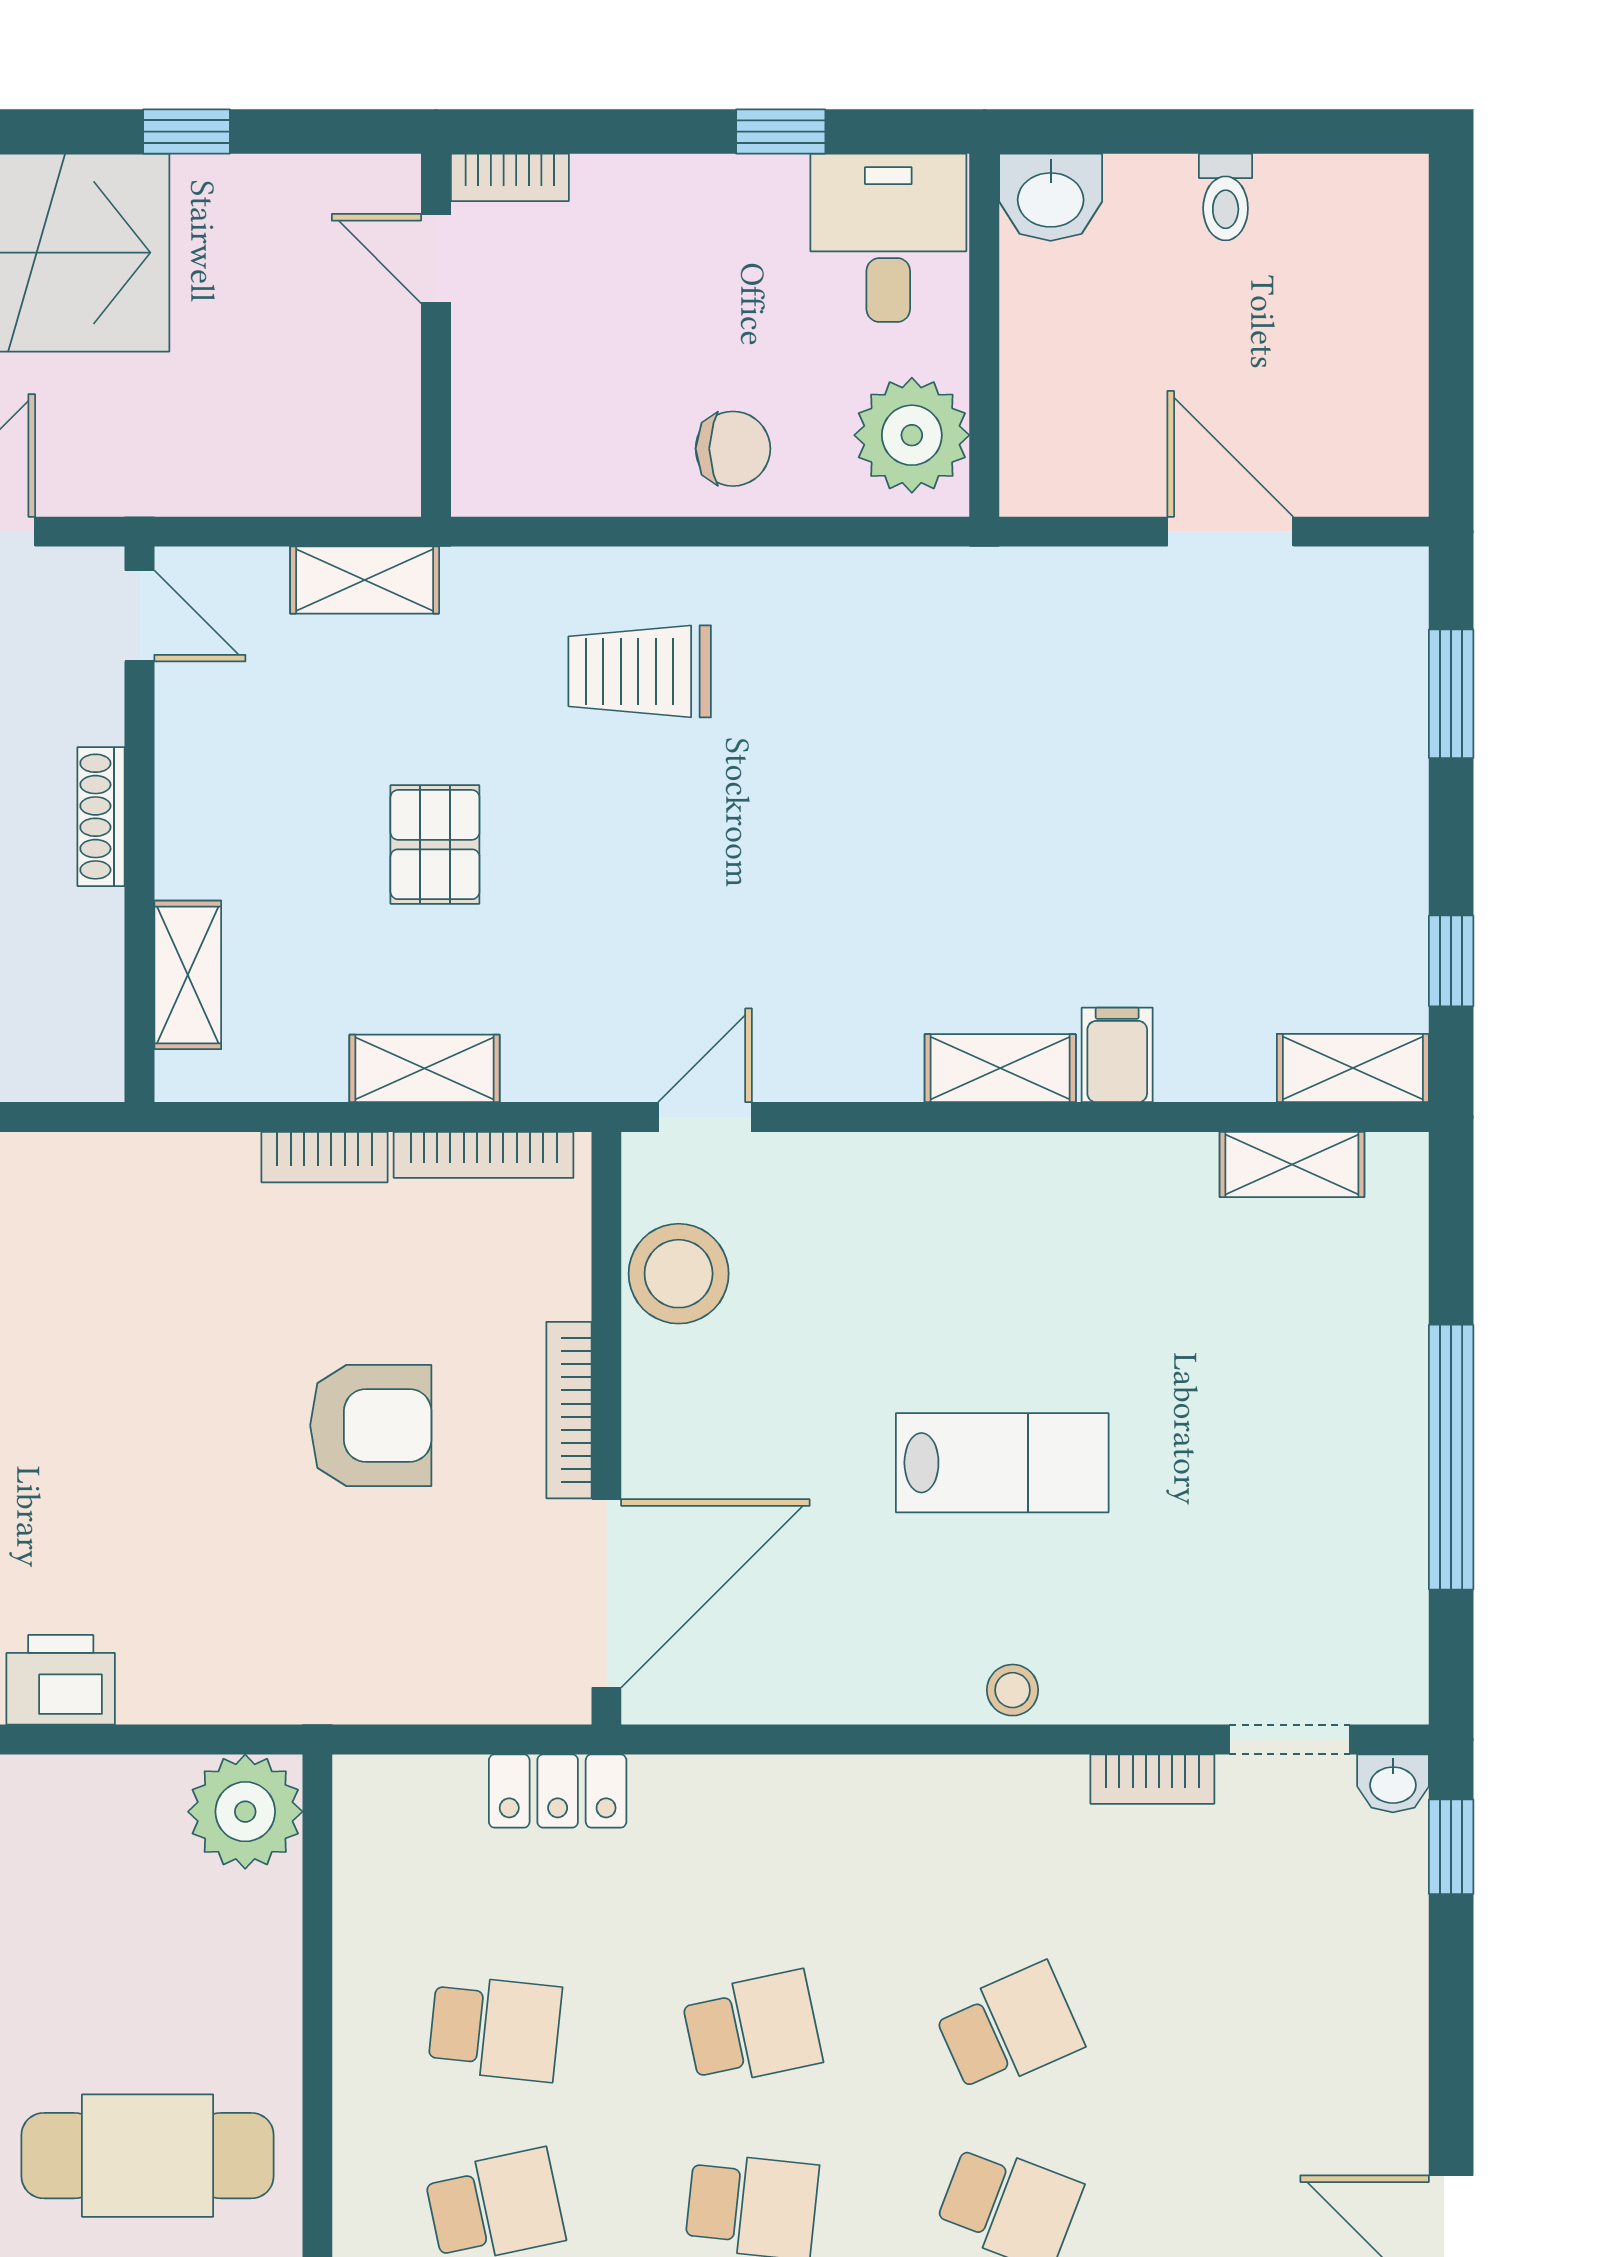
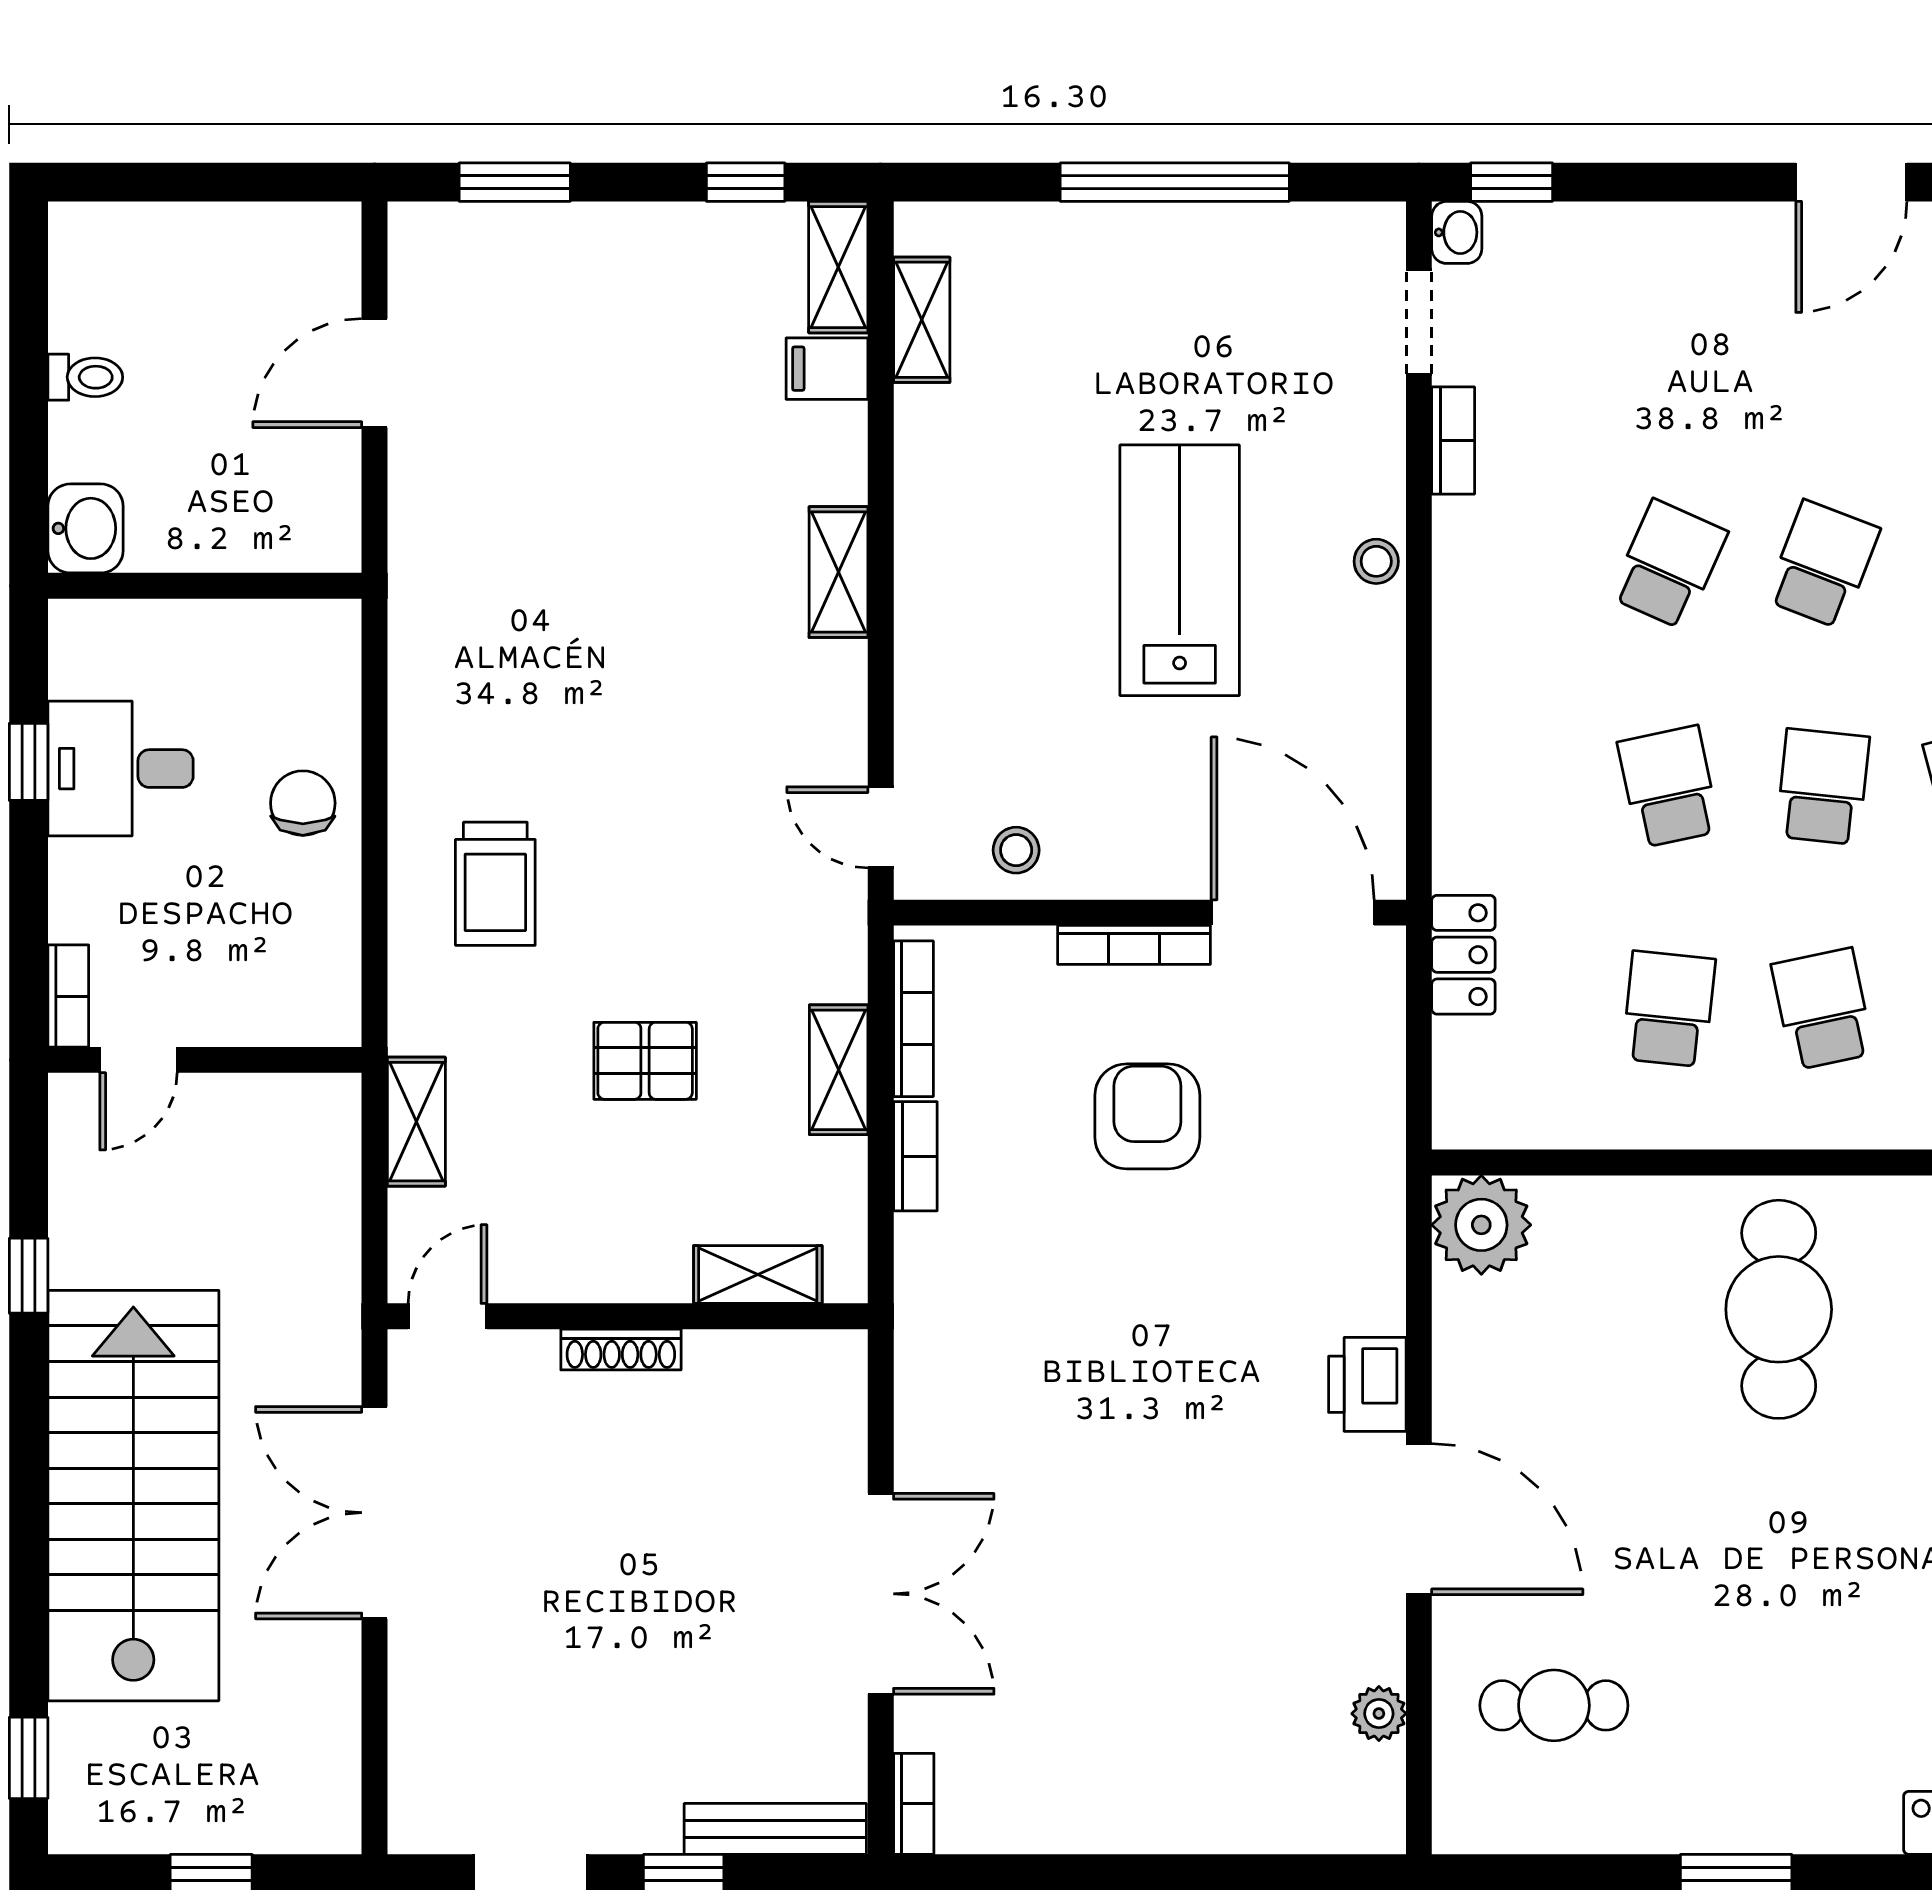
desk: (888, 238) -> (120, 769), moved
plant: (912, 435) -> (291, 648), removed
filing cabinet: (1117, 1055) -> (827, 369), moved
stool: (679, 1274) -> (1016, 850), width x0.53, depth x0.53
lab bench: (1002, 1463) -> (1180, 570), width x1.36, depth x1.39
school desk: (1009, 2028) -> (1669, 564), turned 48

